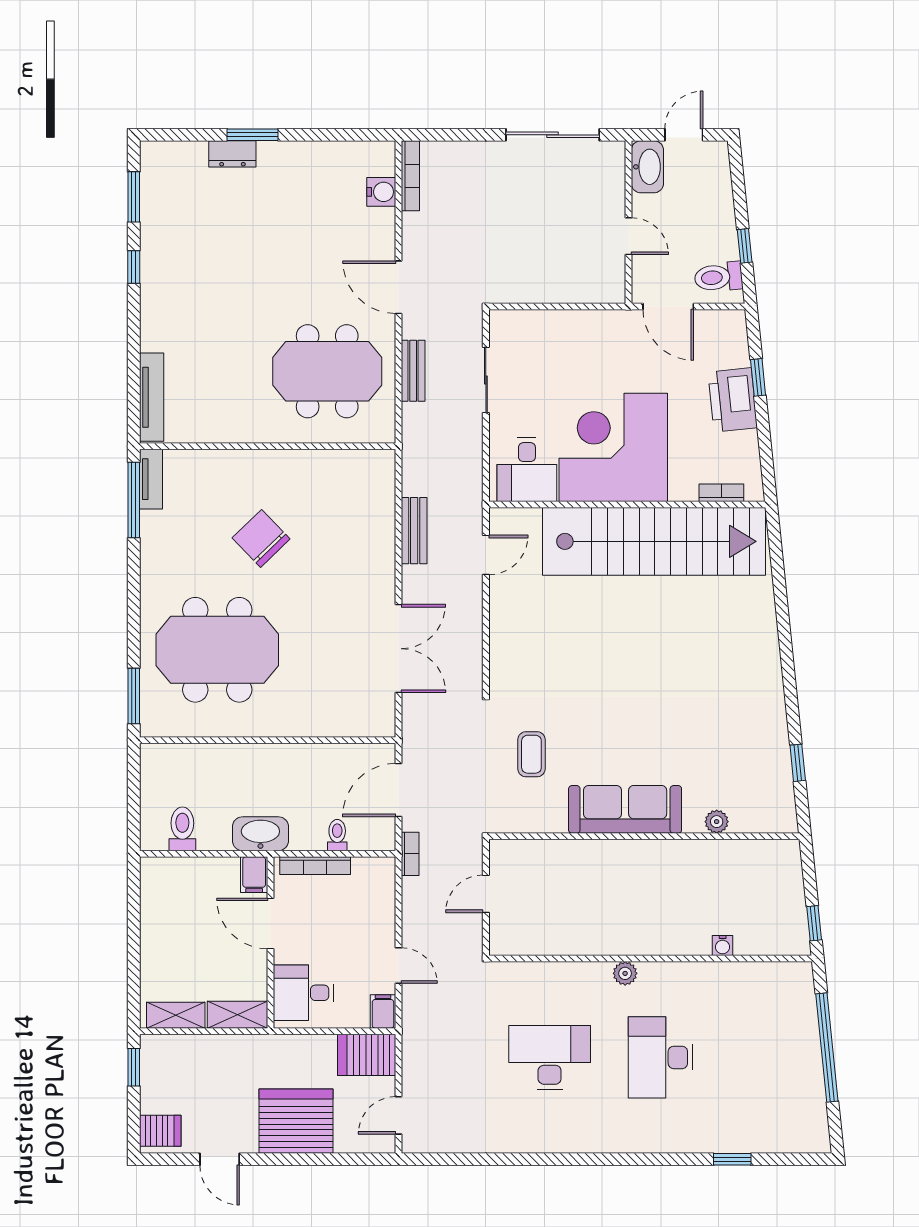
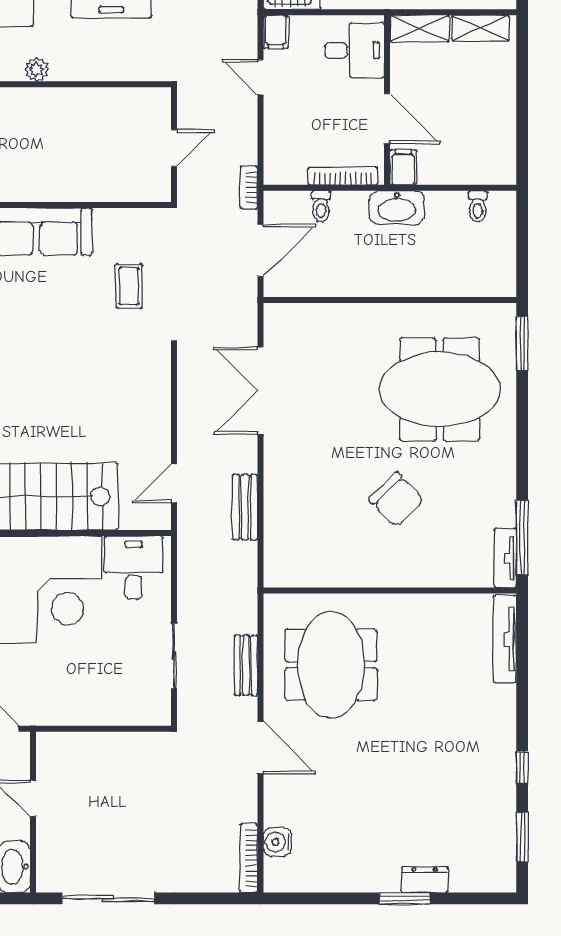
meeting table: (327, 371) -> (331, 665), turned 90
toilet: (182, 829) -> (478, 206), width x0.73, depth x0.72

